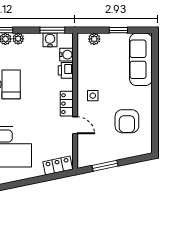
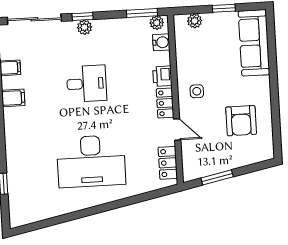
plant: (18, 39) -> (157, 23), moved
water cooler: (50, 40) -> (140, 25), removed
printer: (66, 70) -> (162, 76), moved
locker: (58, 166) -> (168, 163), moved, turned -78

